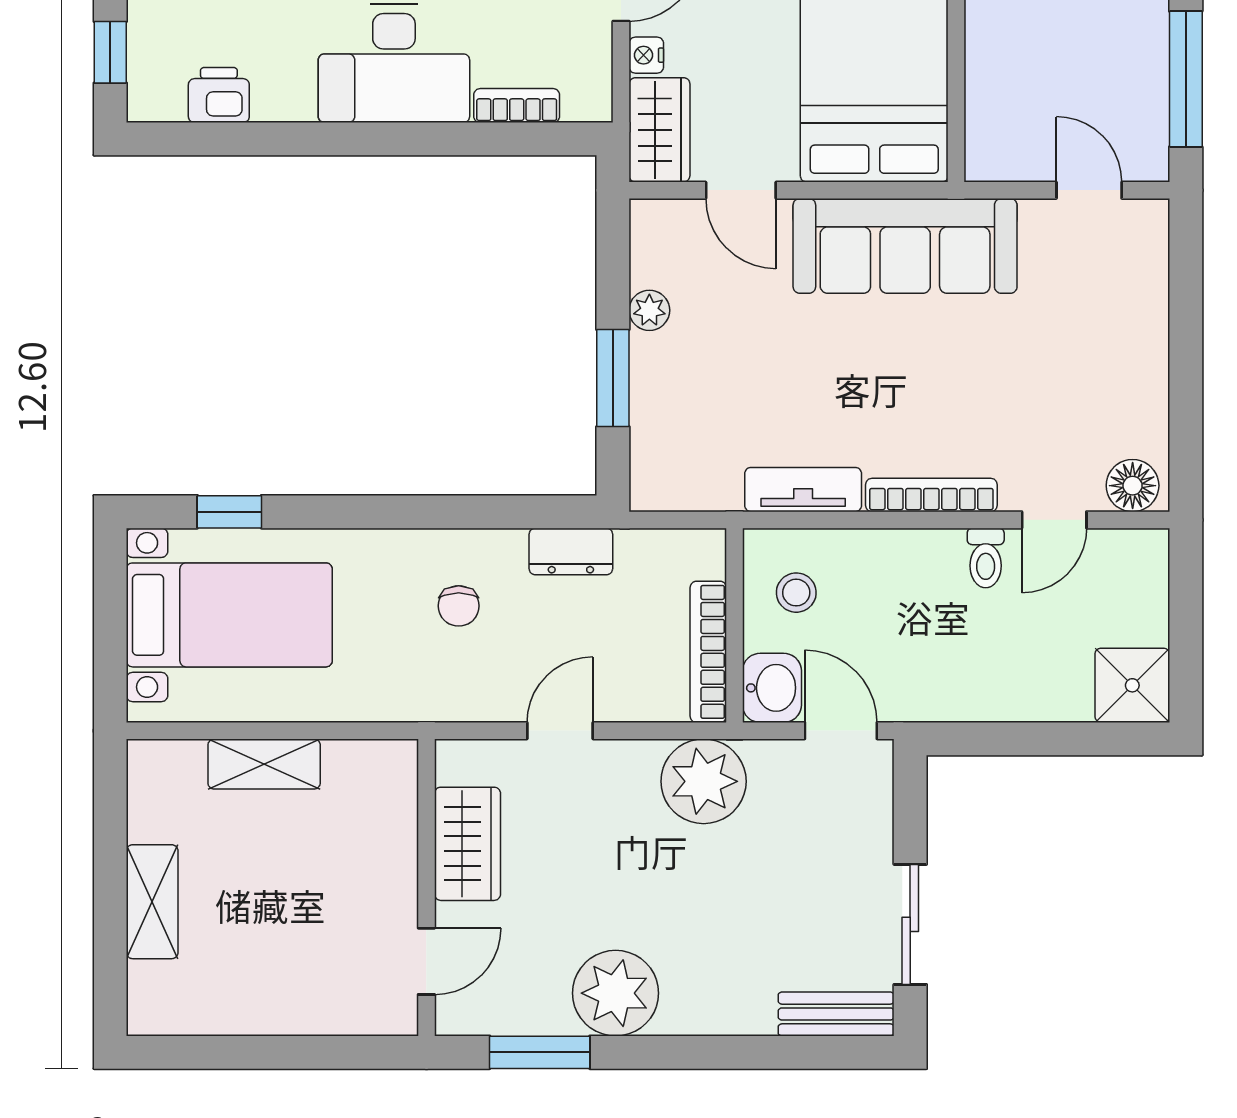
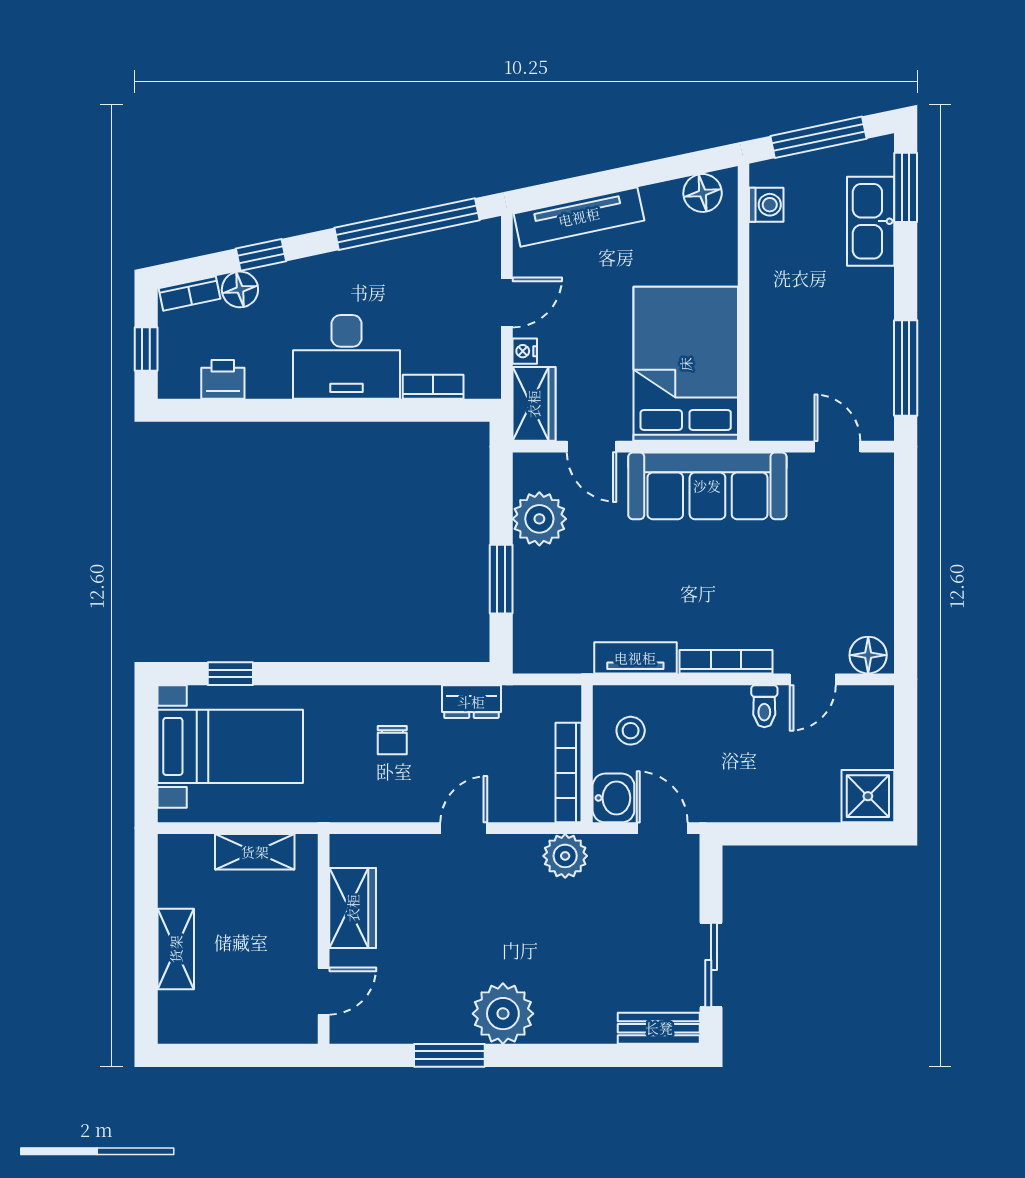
plant: (649, 310) -> (539, 519), width x1.88, depth x1.88
plant: (704, 781) -> (565, 856), width x0.73, depth x0.73
wardrobe: (467, 844) -> (353, 908), moved
wall: (426, 887) -> (324, 939), moved
door: (426, 961) -> (324, 991), moved

